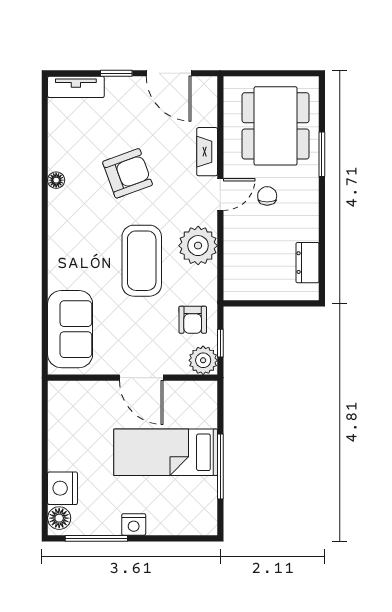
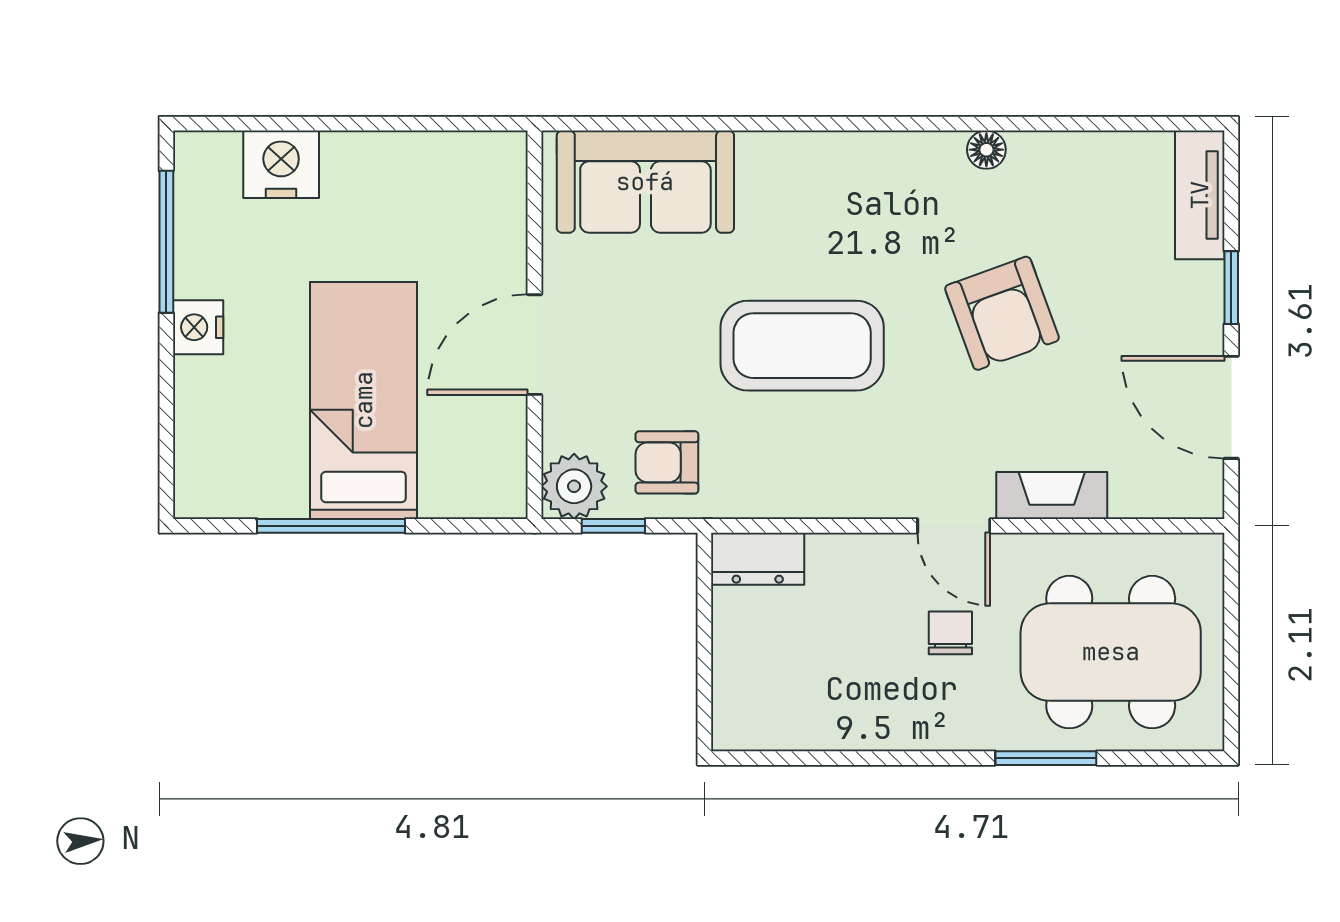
door: (169, 73) -> (1231, 407), hinge flipped
chair: (267, 196) -> (950, 633), turned -90
plant: (198, 246) -> (837, 475), removed
dresser: (307, 263) -> (758, 559), moved, turned 180
floor lamp: (59, 518) -> (213, 157), removed

